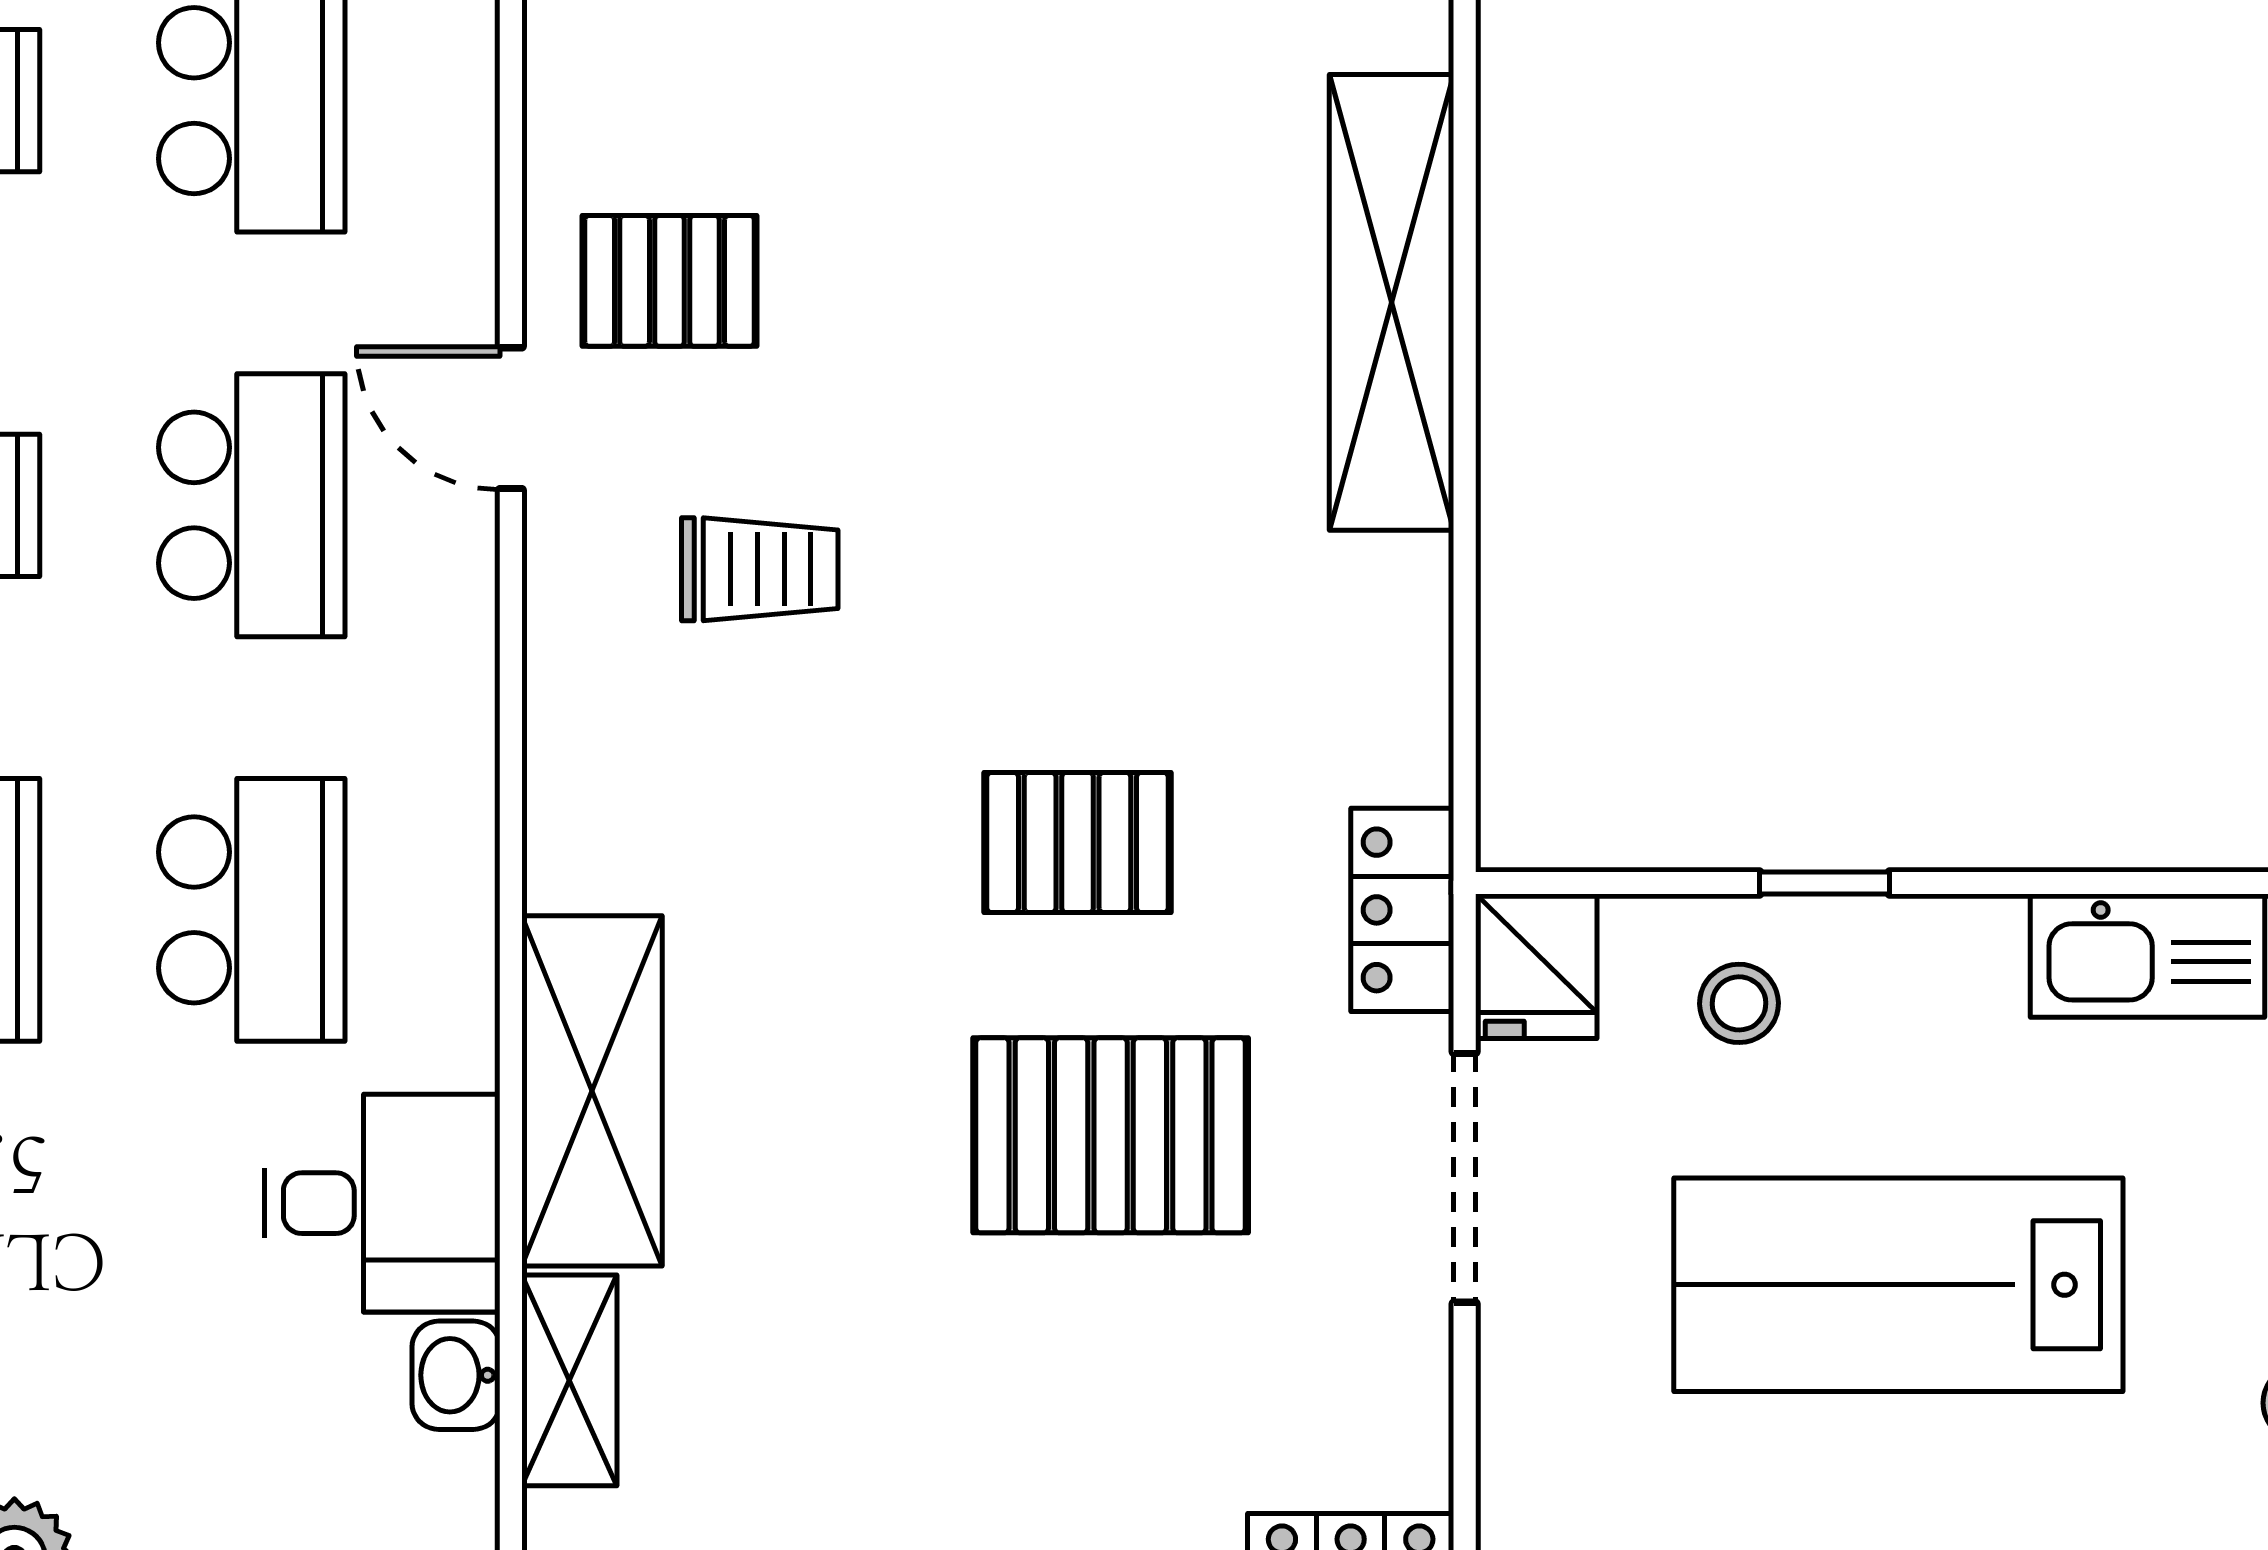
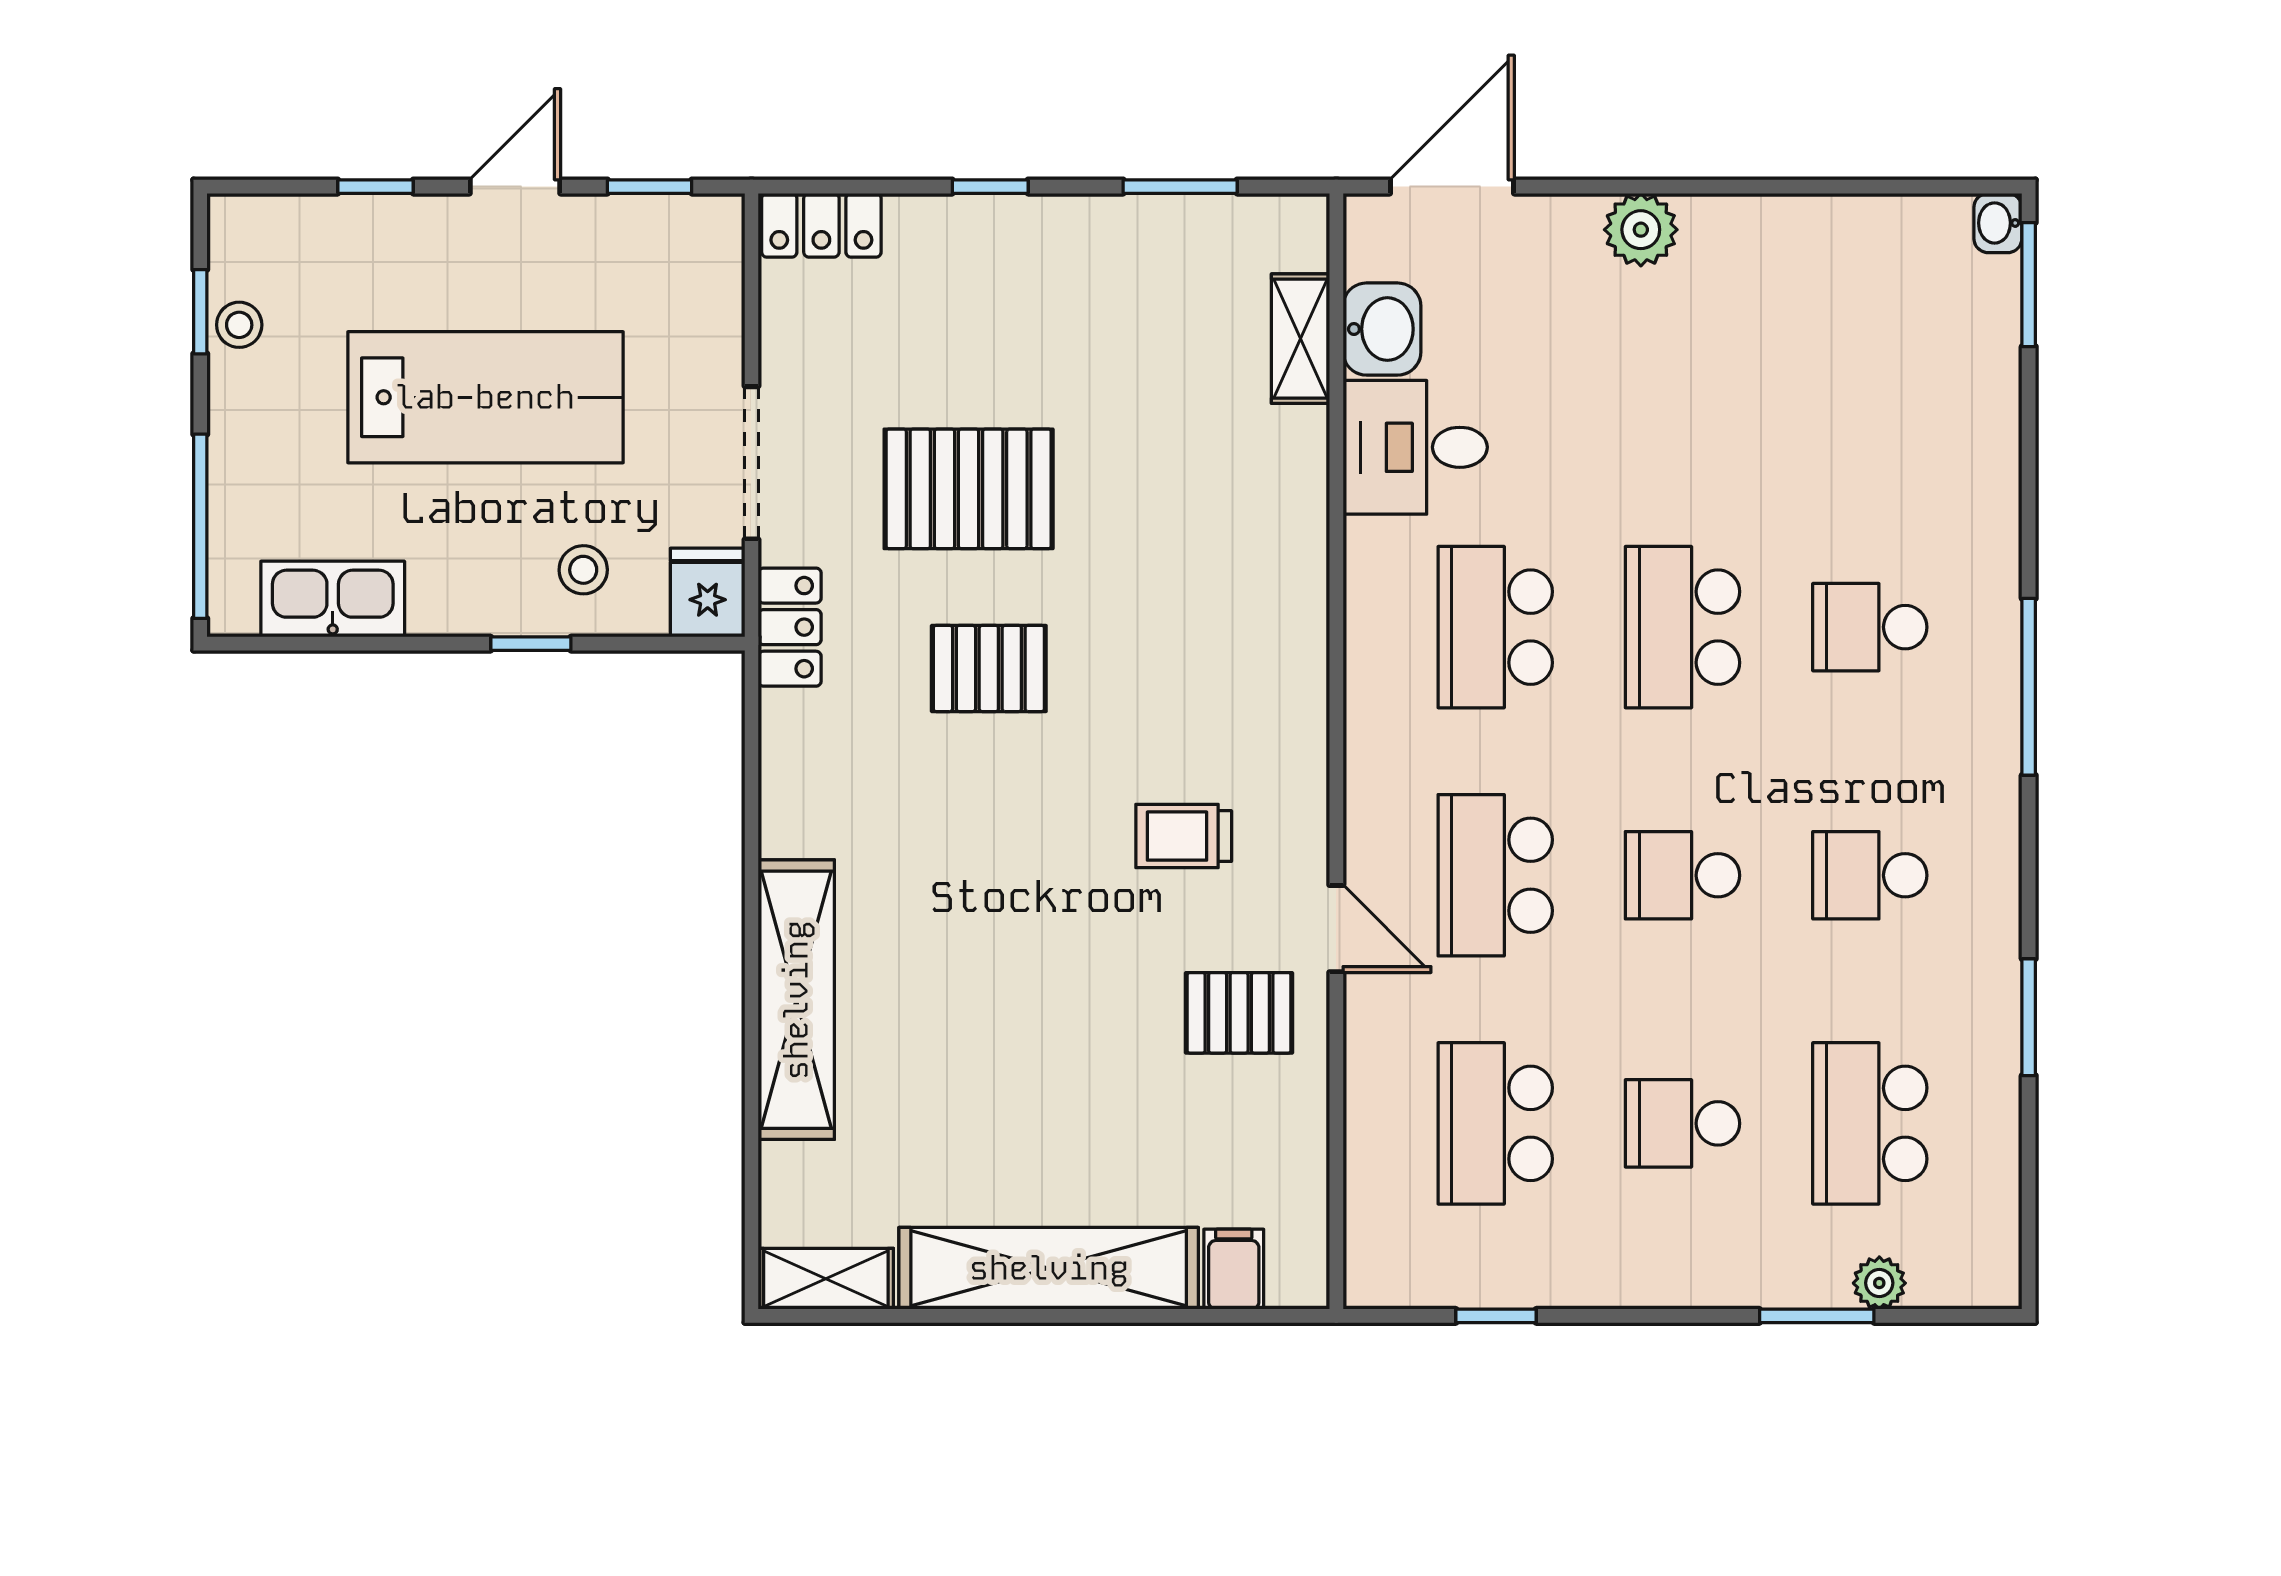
shelving: (592, 1091) -> (1287, 516), removed
washbasin: (456, 1375) -> (1382, 329), width x1.38, depth x1.45

